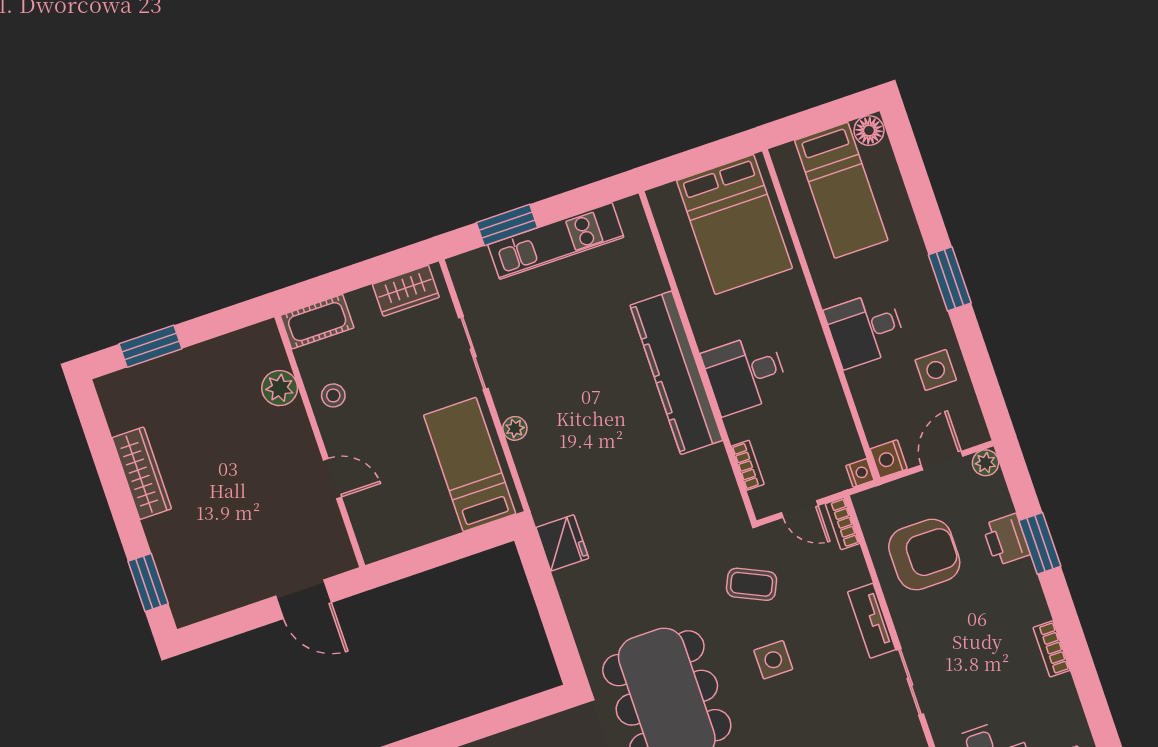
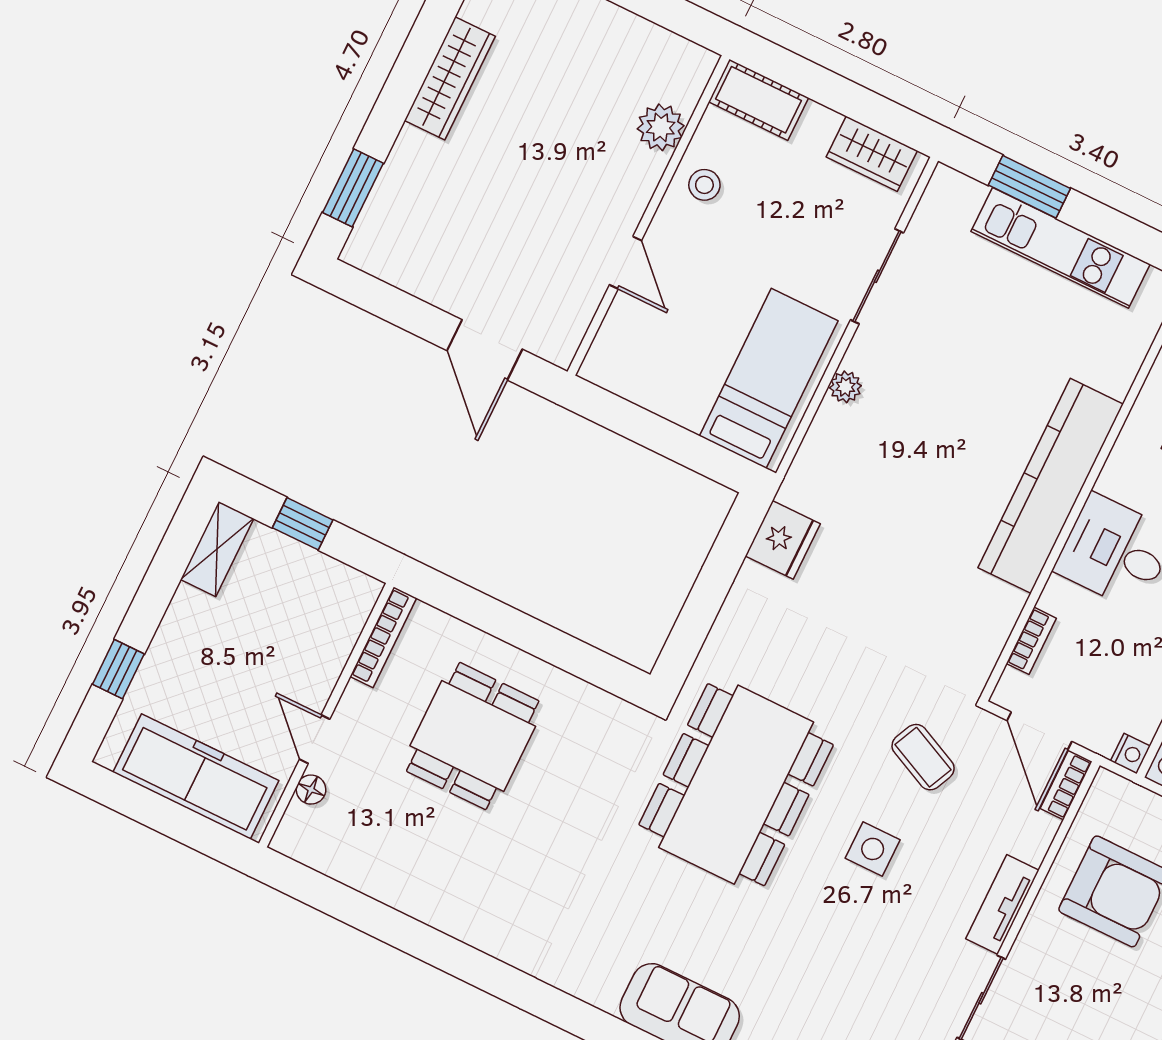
door: (800, 509) -> (1039, 731), width x1.38

